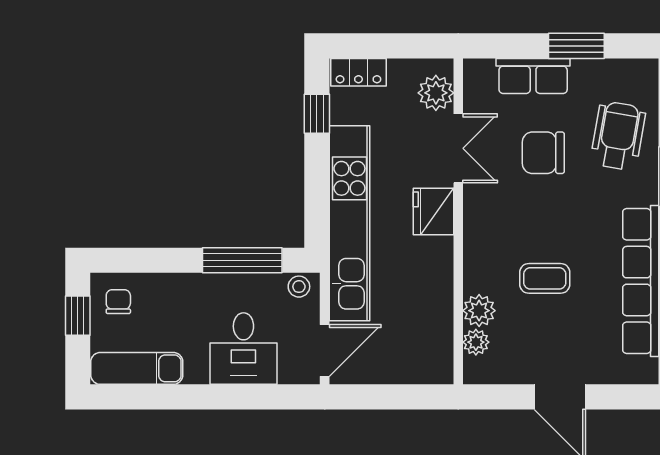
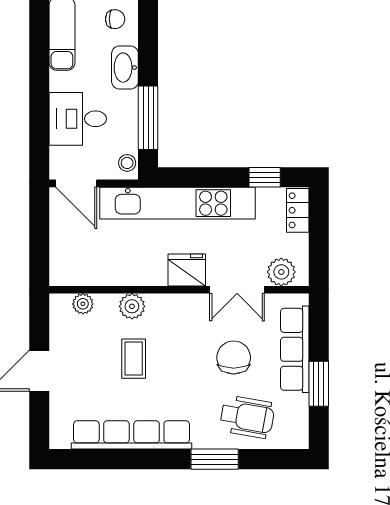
row of seats: (533, 76) -> (295, 349), width x1.48
washbasin: (179, 289) -> (125, 68), added
plant: (479, 311) -> (132, 306), moved

